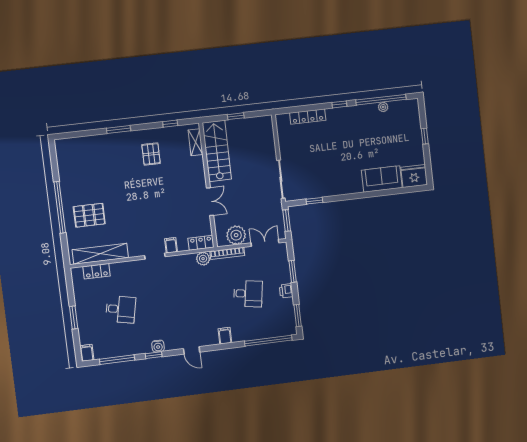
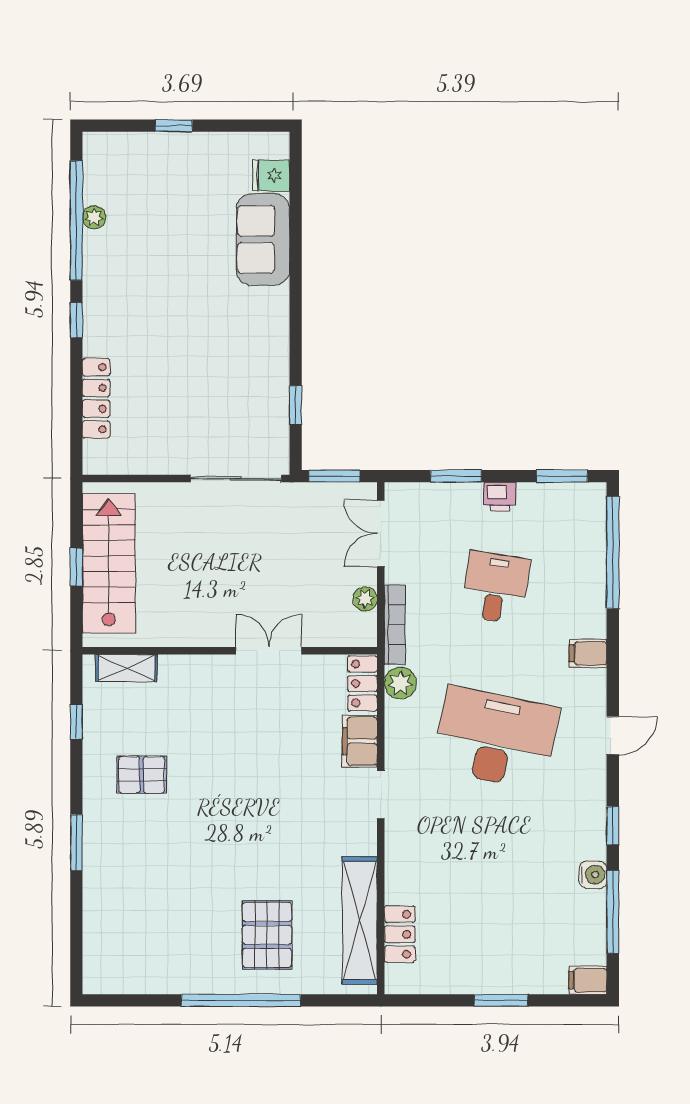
stairs: (217, 151) -> (109, 563), moved, turned 90
fridge: (414, 176) -> (271, 176), width x0.53, depth x0.75
plant: (236, 235) -> (365, 599), width x0.53, depth x0.53
filing cabinet: (171, 245) -> (360, 741), width x2.00
desk: (121, 309) -> (496, 738), moved, width x1.87, depth x1.30
water cooler: (158, 346) -> (593, 875), moved

